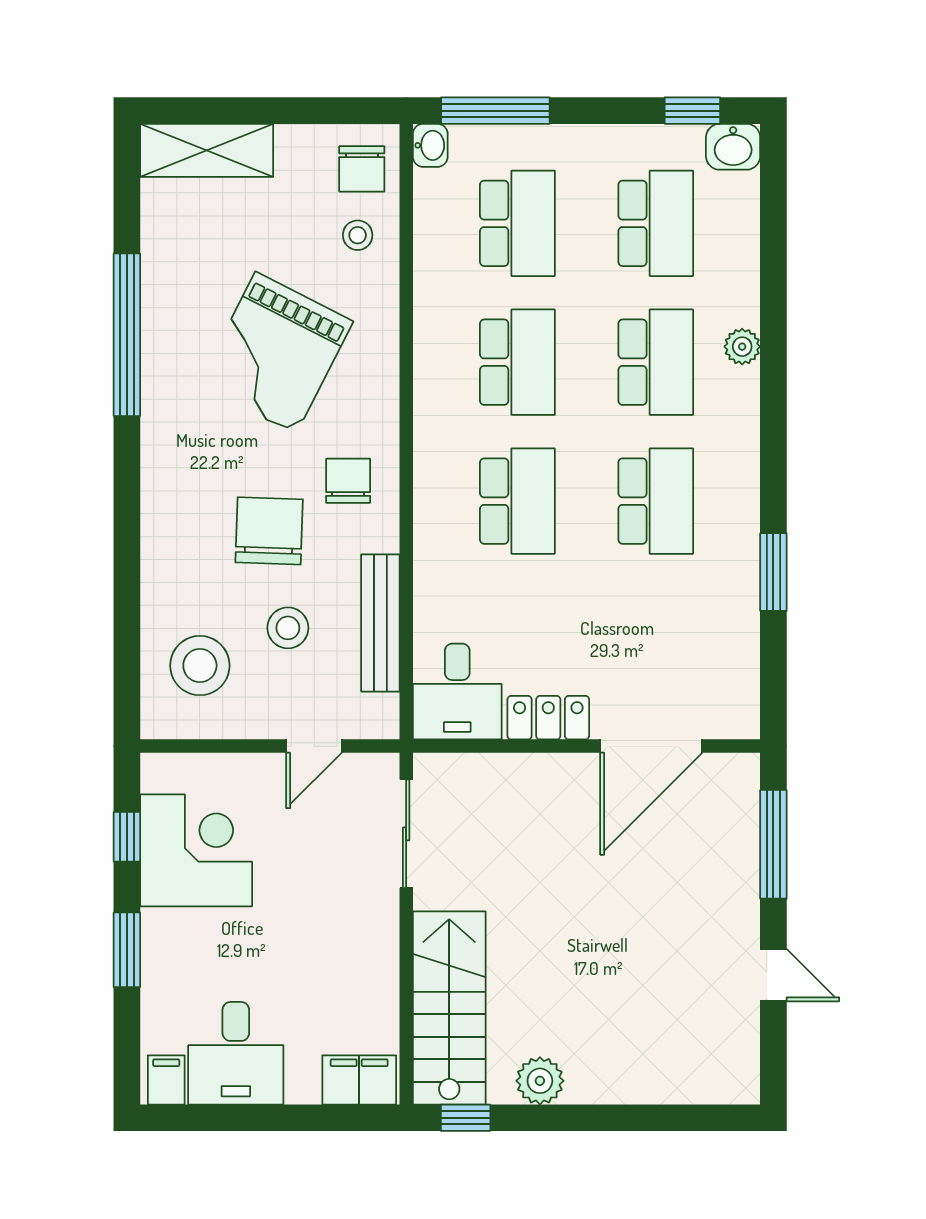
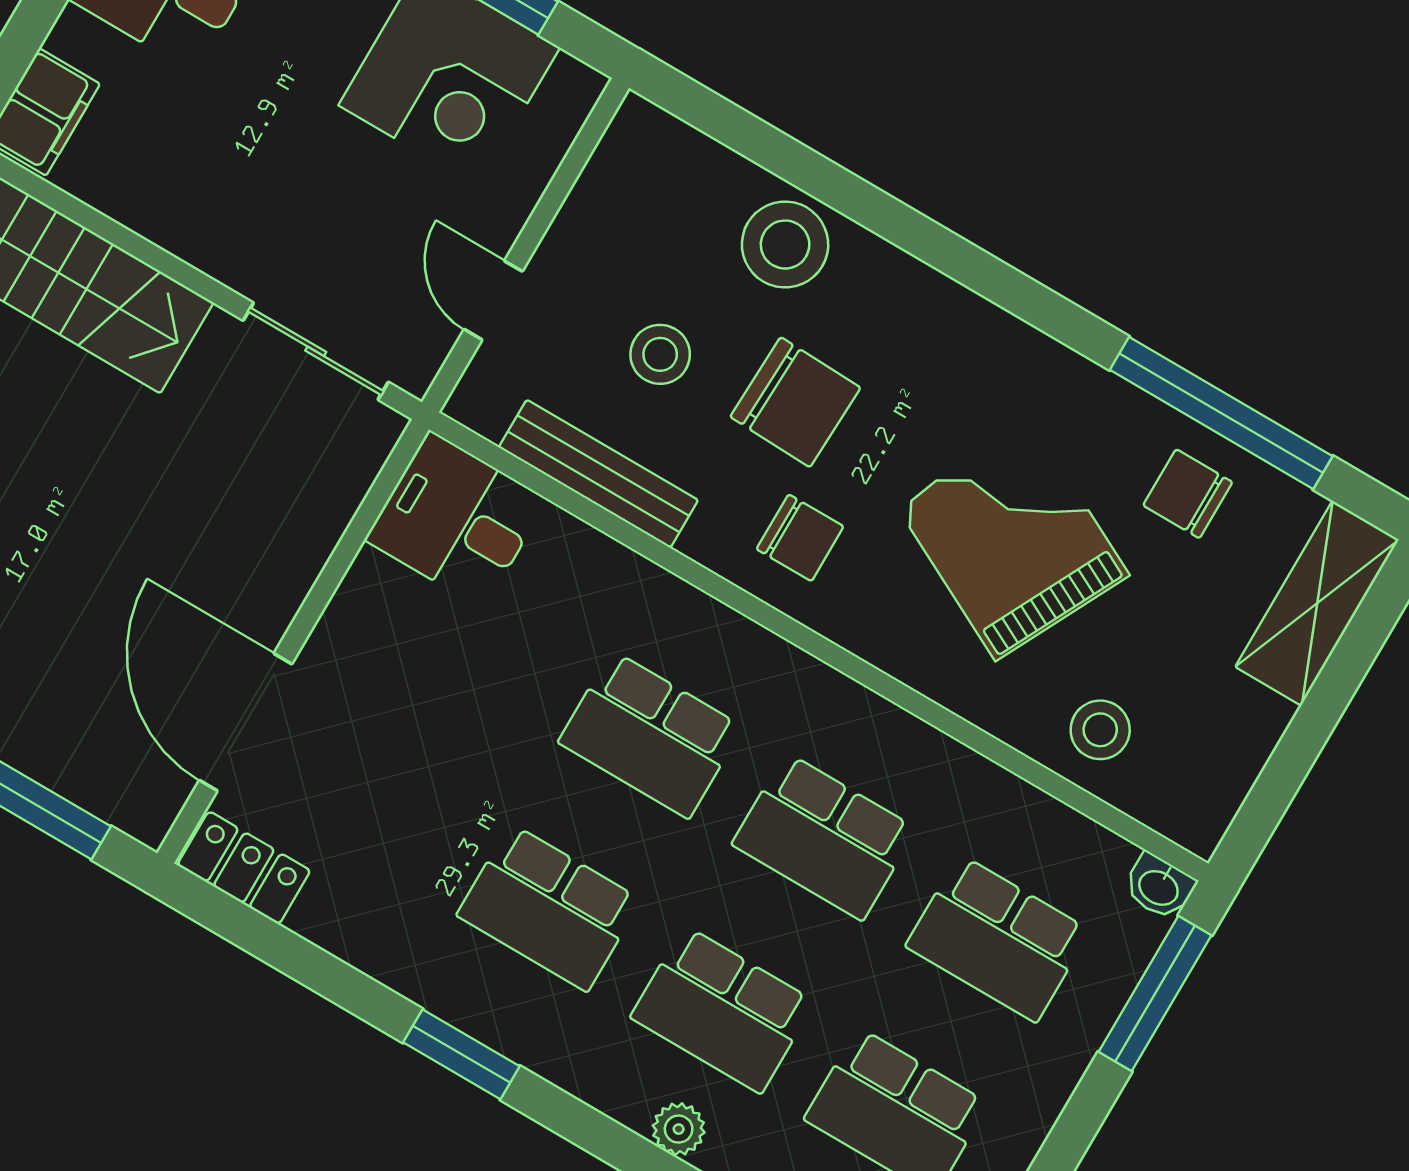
chair: (362, 169) -> (1188, 494), moved
stool: (358, 235) -> (1100, 730), width x1.37, depth x1.37
window: (127, 335) -> (1221, 413), moved
window: (773, 572) -> (461, 1054), moved
stool: (200, 666) -> (785, 245), moved
locker: (548, 718) -> (244, 868), moved, turned -90

